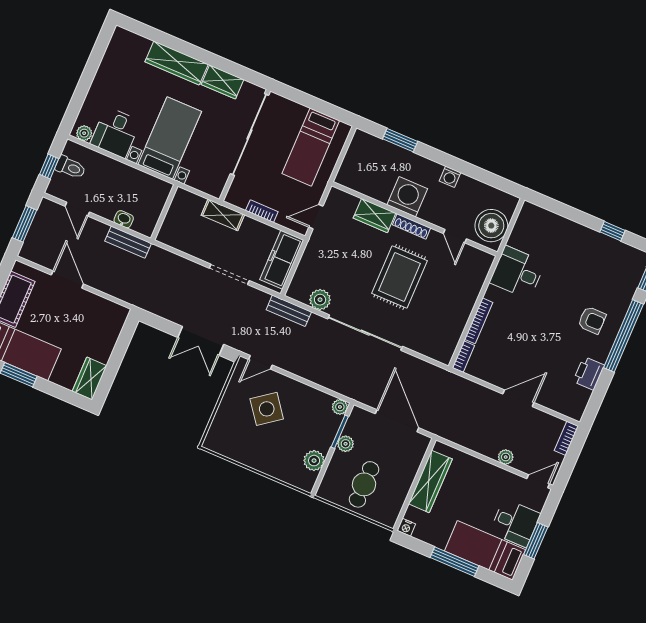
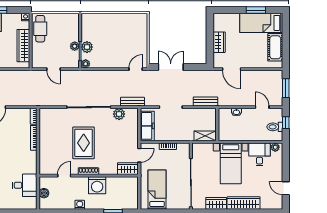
door: (96, 57) -> (286, 188), added
shelving: (223, 215) -> (205, 136), moved
wardrobe: (375, 216) -> (128, 169), moved
boiler: (491, 226) -> (44, 193), width x0.54, depth x0.54
door: (455, 236) -> (64, 176), hinge flipped
bench: (128, 242) -> (205, 101), moved
desk: (517, 272) -> (25, 185), moved
door: (67, 280) -> (232, 69), moved
wardrobe: (89, 379) -> (219, 42), moved
side table: (267, 409) -> (122, 47), removed
door: (397, 421) -> (53, 69), width x0.53
plant: (314, 461) -> (87, 47), moved
cafe table: (364, 484) -> (40, 29), moved

